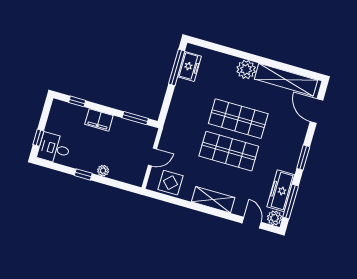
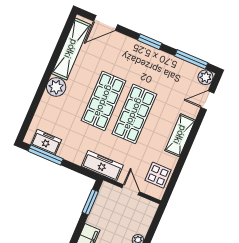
freezer: (281, 191) -> (102, 166), moved, turned 180

